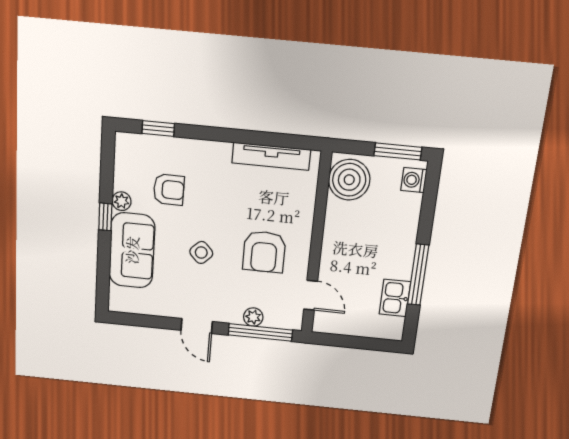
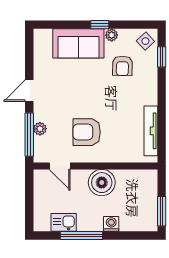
boiler: (349, 180) -> (102, 183), moved
washing machine: (414, 180) -> (111, 224), moved
side table: (201, 253) -> (145, 41), moved
door: (311, 295) -> (60, 166), hinge flipped

